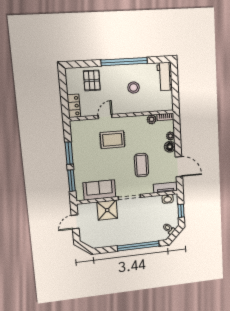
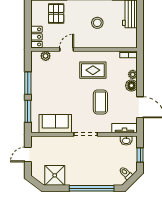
plant: (152, 119) -> (46, 56), moved
rug: (112, 140) -> (93, 70), moved
shower: (107, 210) -> (55, 175), moved

